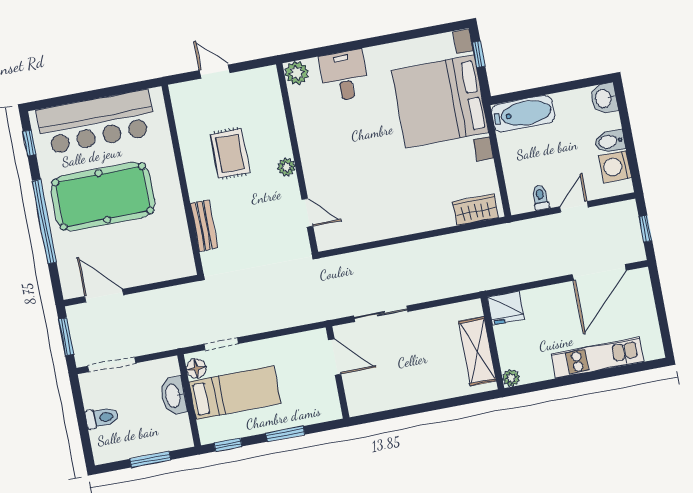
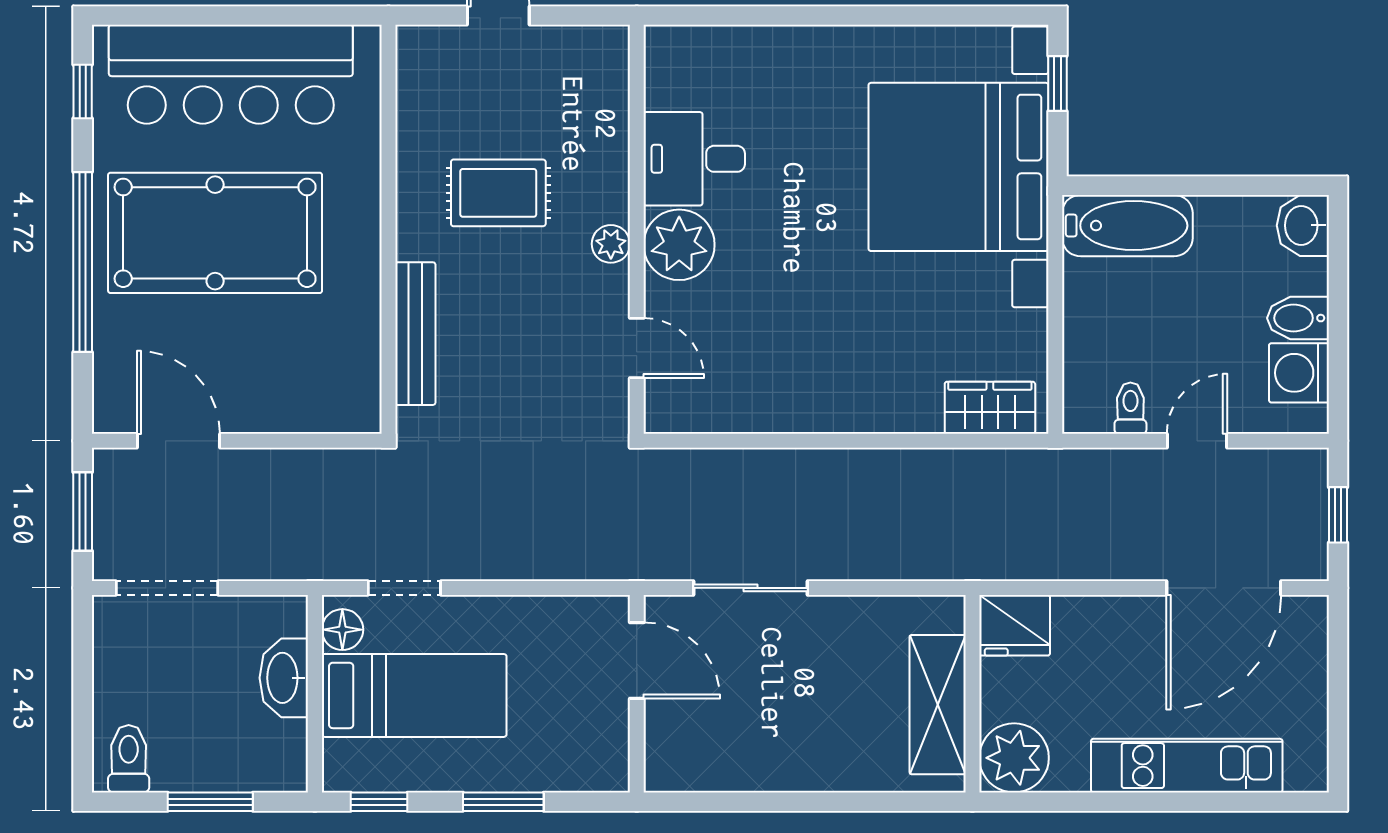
plant: (297, 73) -> (679, 245), moved, width x1.36, depth x1.36
desk: (344, 76) -> (694, 159), moved, turned -90
rug: (230, 153) -> (498, 193), turned 90
bench: (204, 226) -> (415, 334), width x1.36
plant: (511, 378) -> (1014, 758), width x1.88, depth x1.88
toilet: (102, 418) -> (129, 759), moved, turned -90

